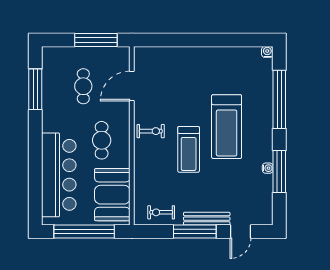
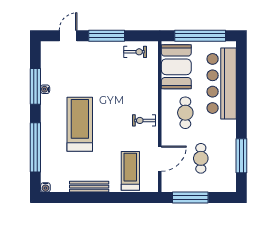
treadmill: (189, 149) -> (130, 171), moved
bench: (207, 219) -> (89, 187), moved

